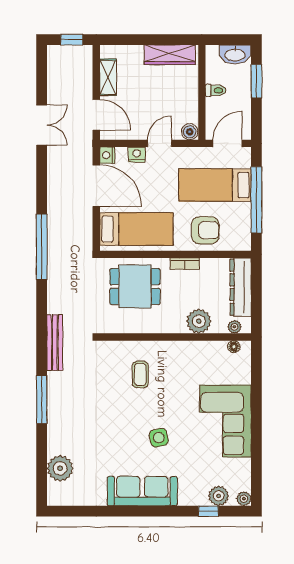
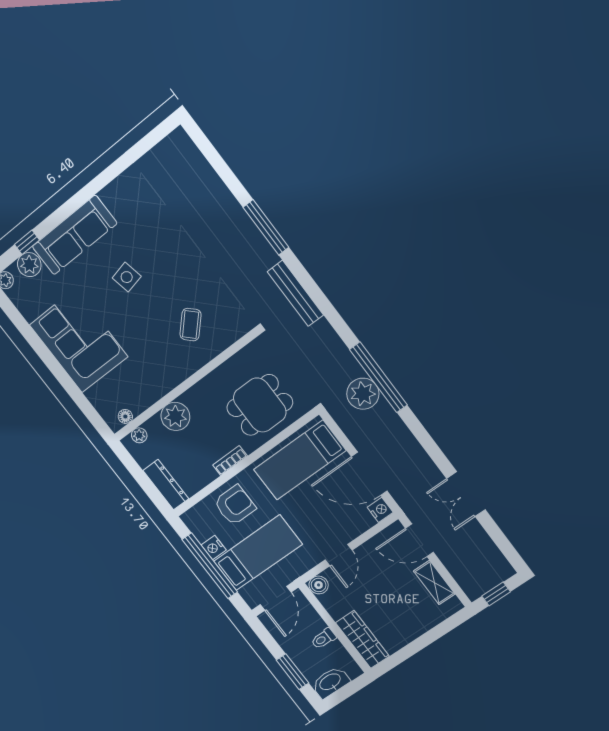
wardrobe: (170, 55) -> (362, 639), moved, turned 90
nightstand: (137, 155) -> (214, 547), moved, turned 90
armchair: (205, 230) -> (235, 505), turned 180
dresser: (241, 287) -> (166, 485), width x0.73, depth x0.80
coffee table: (140, 375) -> (191, 325), turned 44
plant: (60, 468) -> (363, 394), moved
sofa: (142, 491) -> (74, 235), moved

